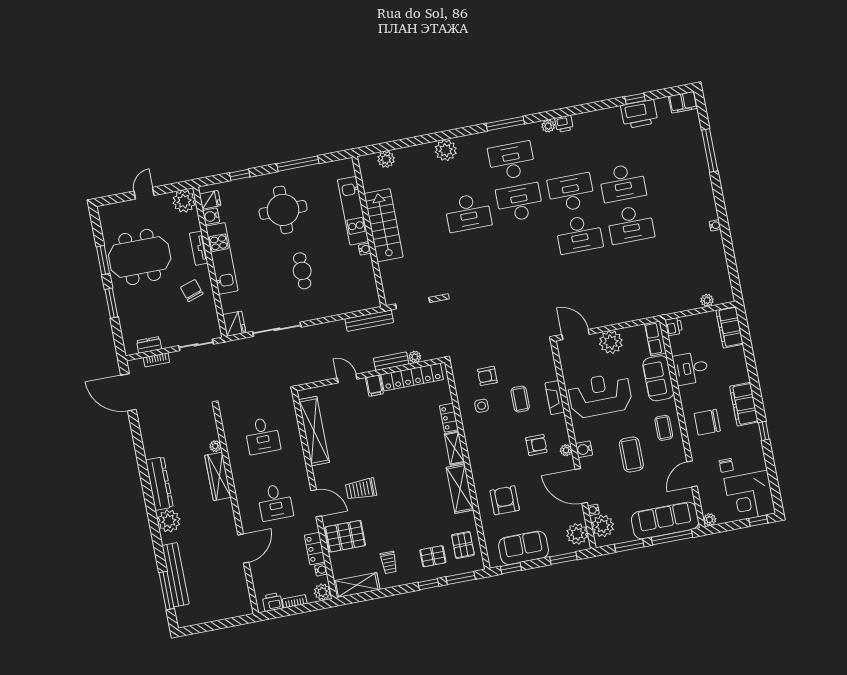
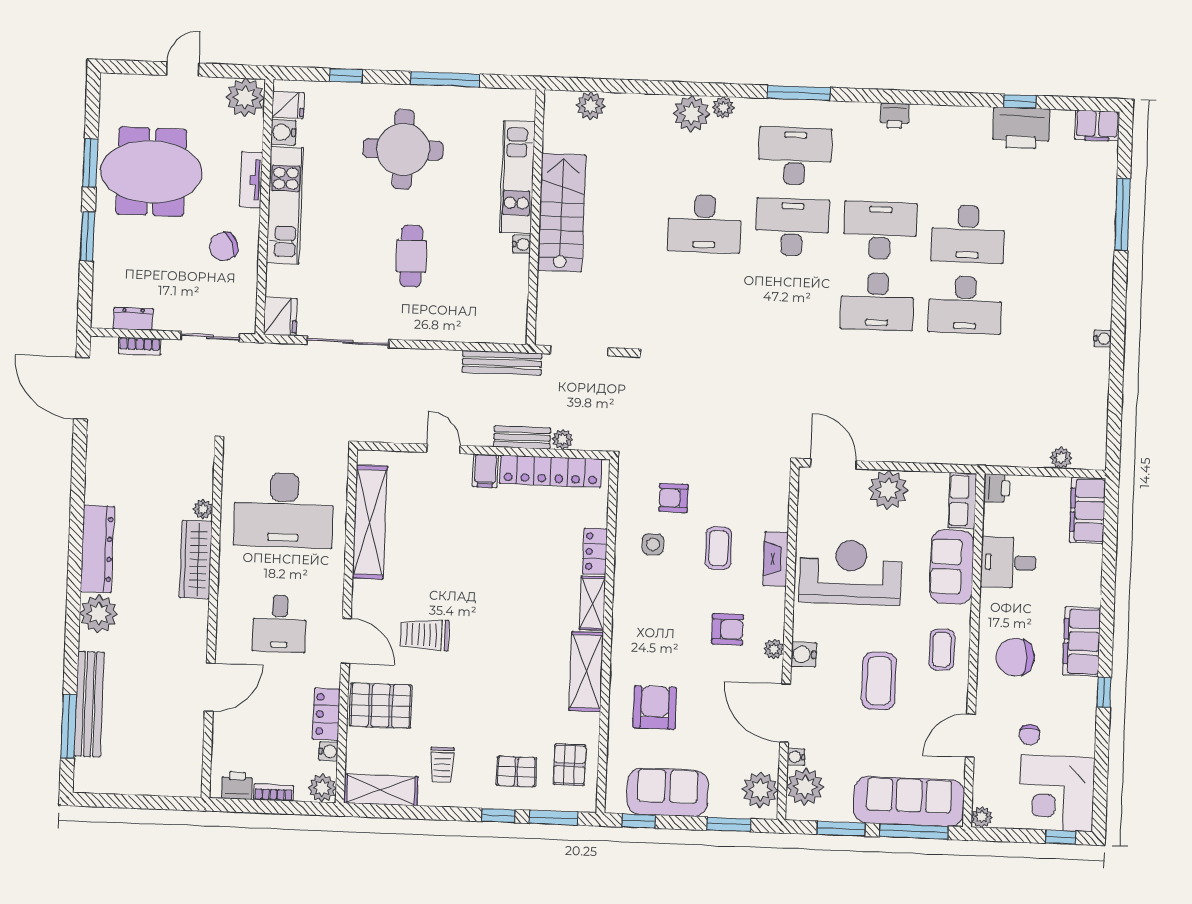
plant: (548, 126) -> (723, 107), moved
chair: (192, 291) -> (224, 246), turned -97
desk: (262, 436) -> (284, 510), width x1.87, depth x1.30

